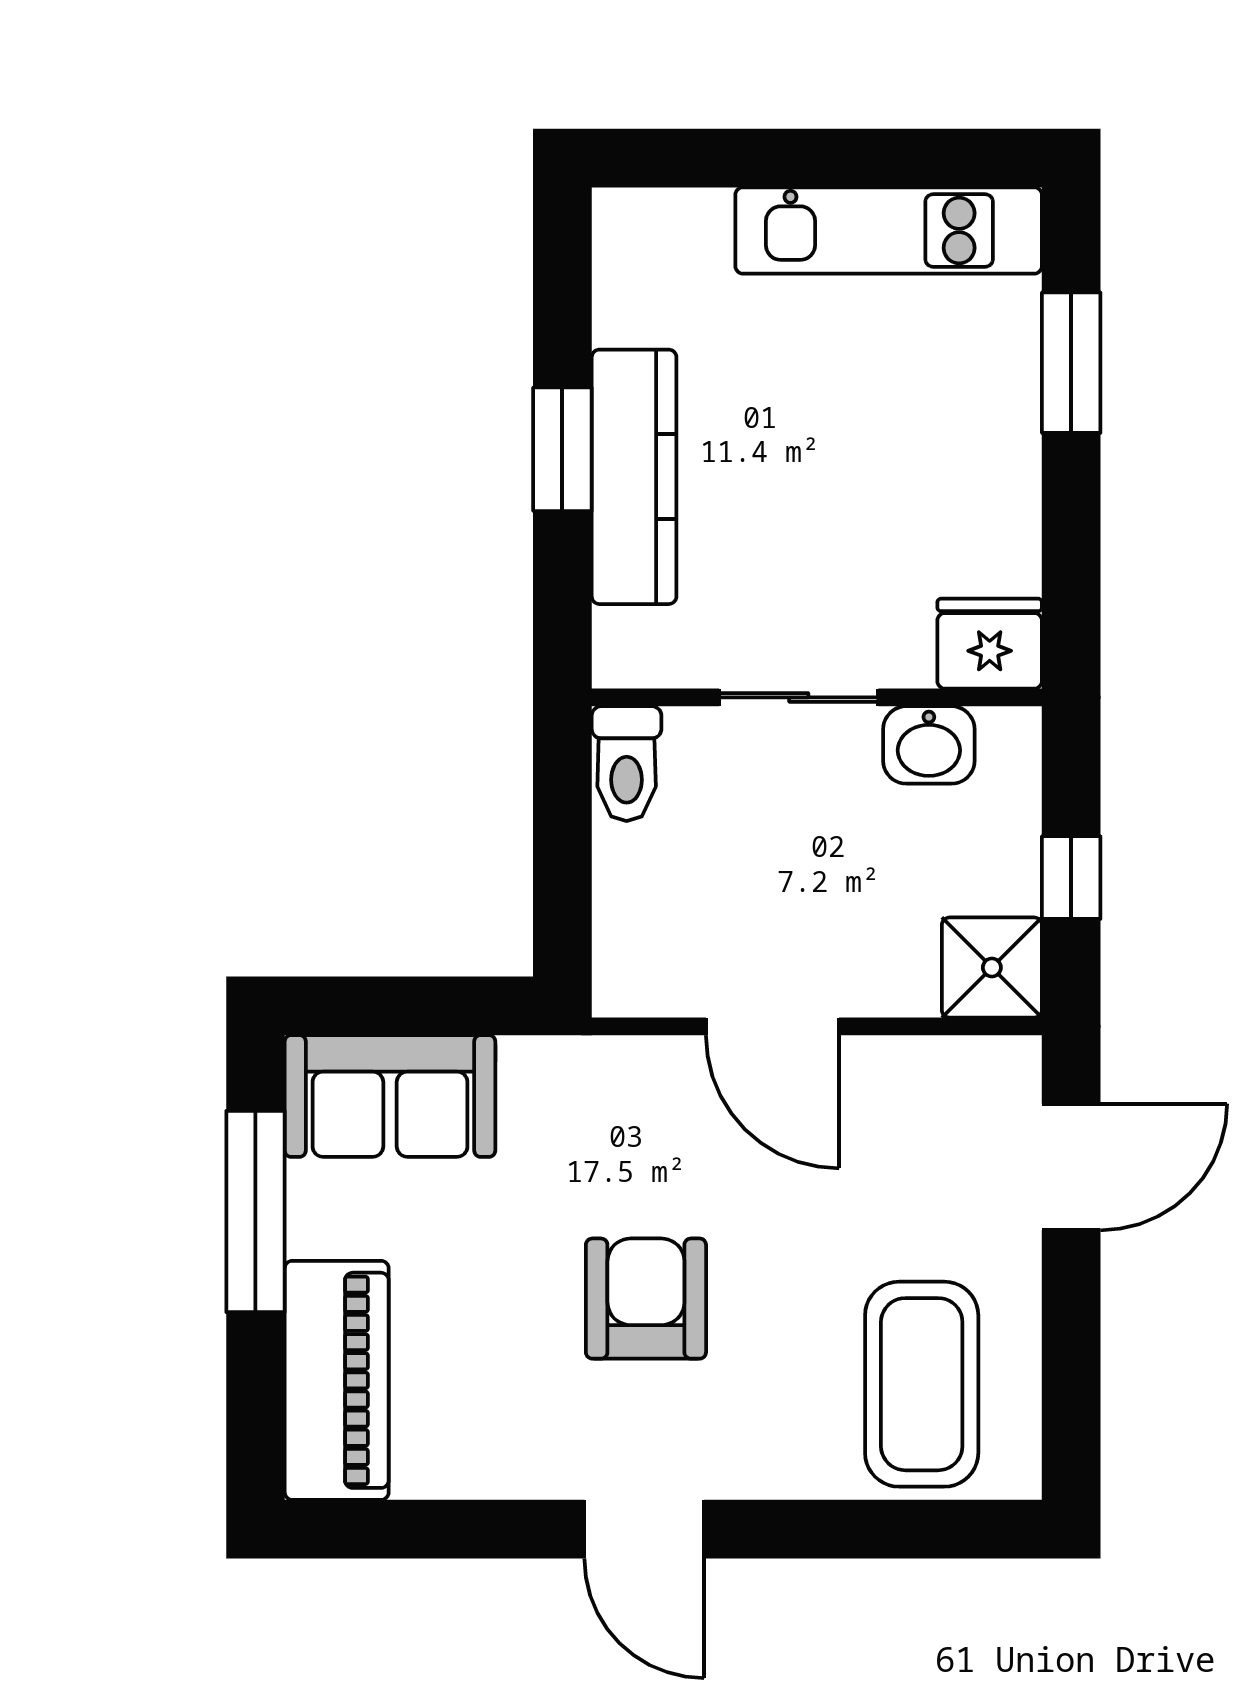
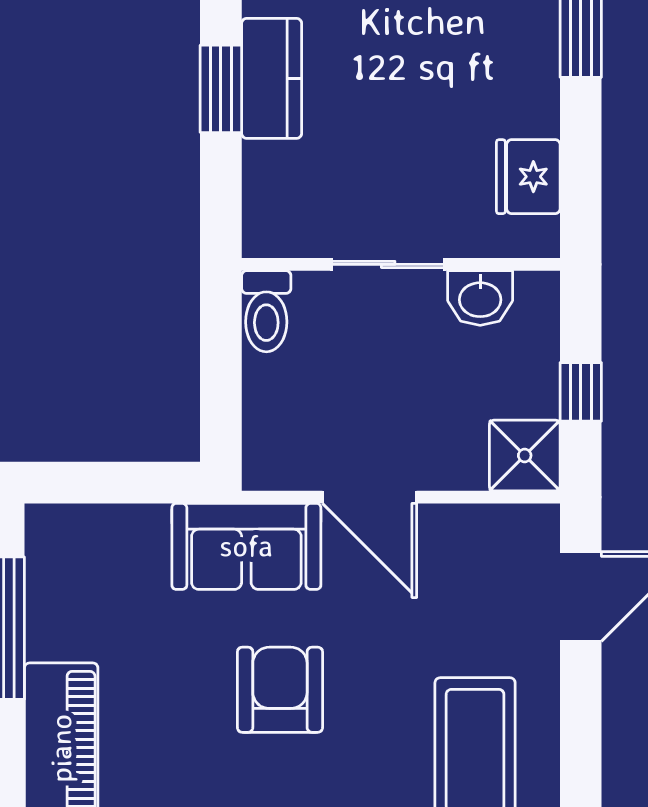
kitchen counter: (634, 477) -> (272, 78), width x0.67
fridge: (990, 644) -> (528, 177), moved, turned -90
sofa: (390, 1096) -> (246, 546), moved

